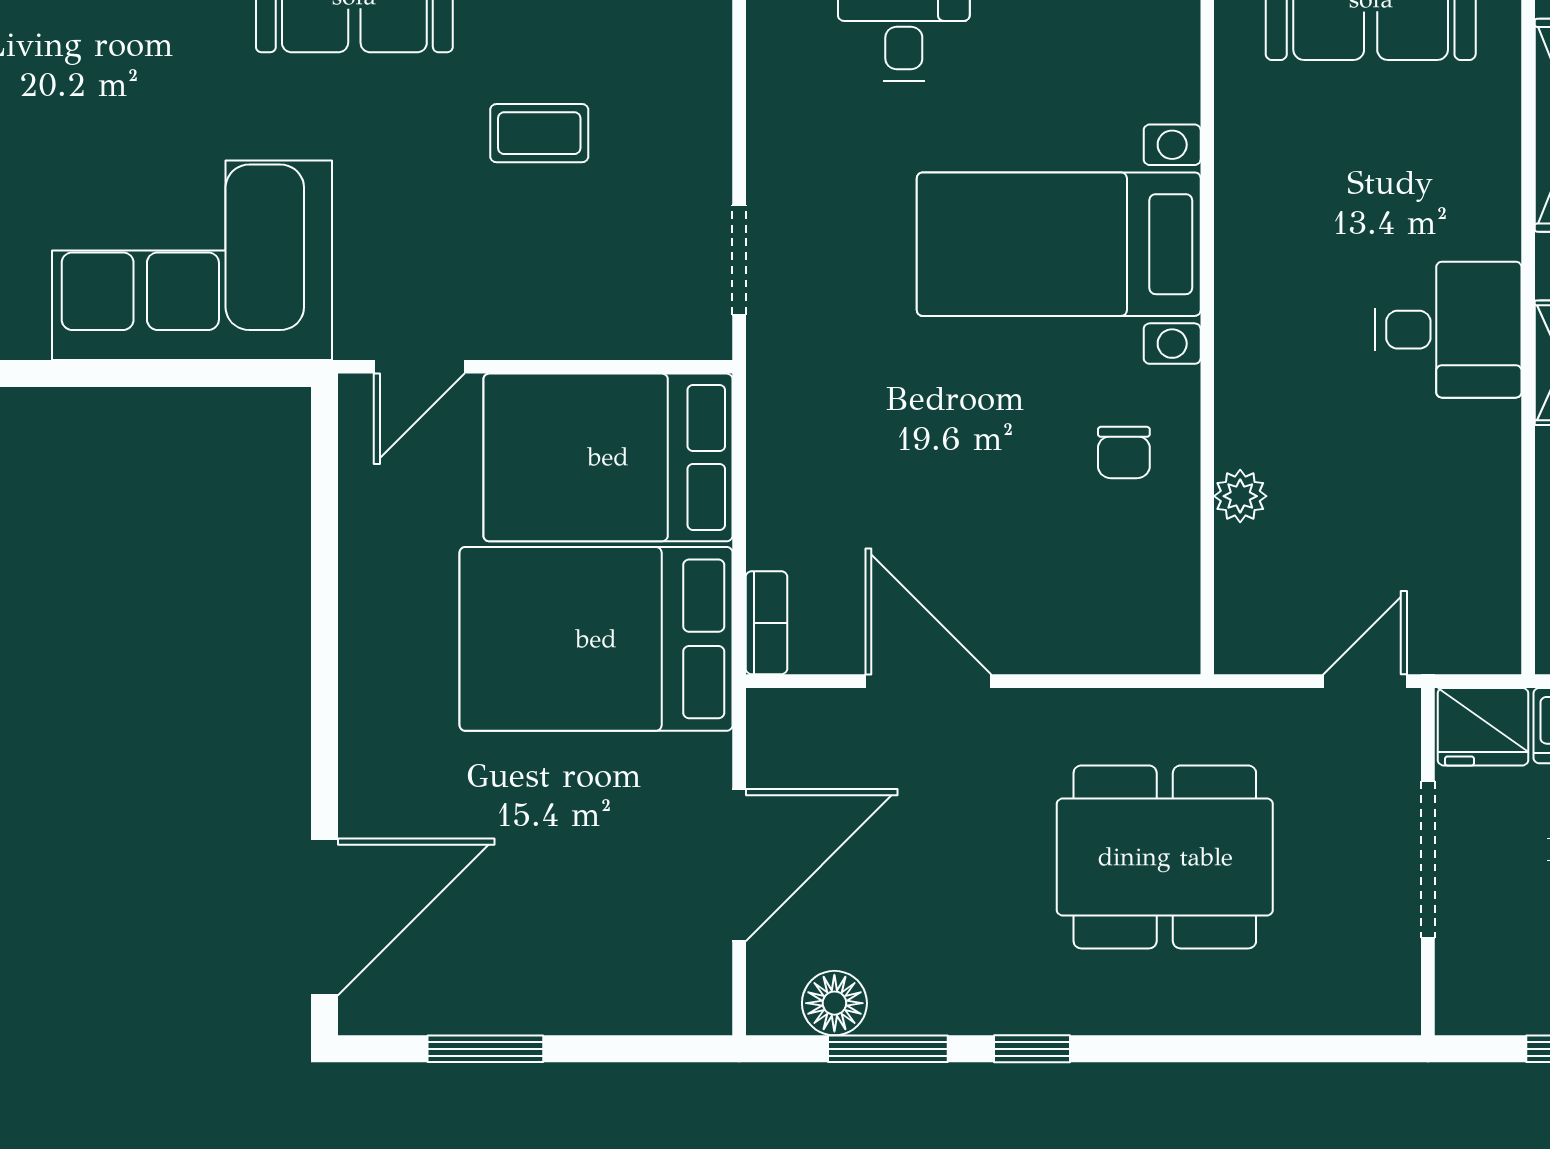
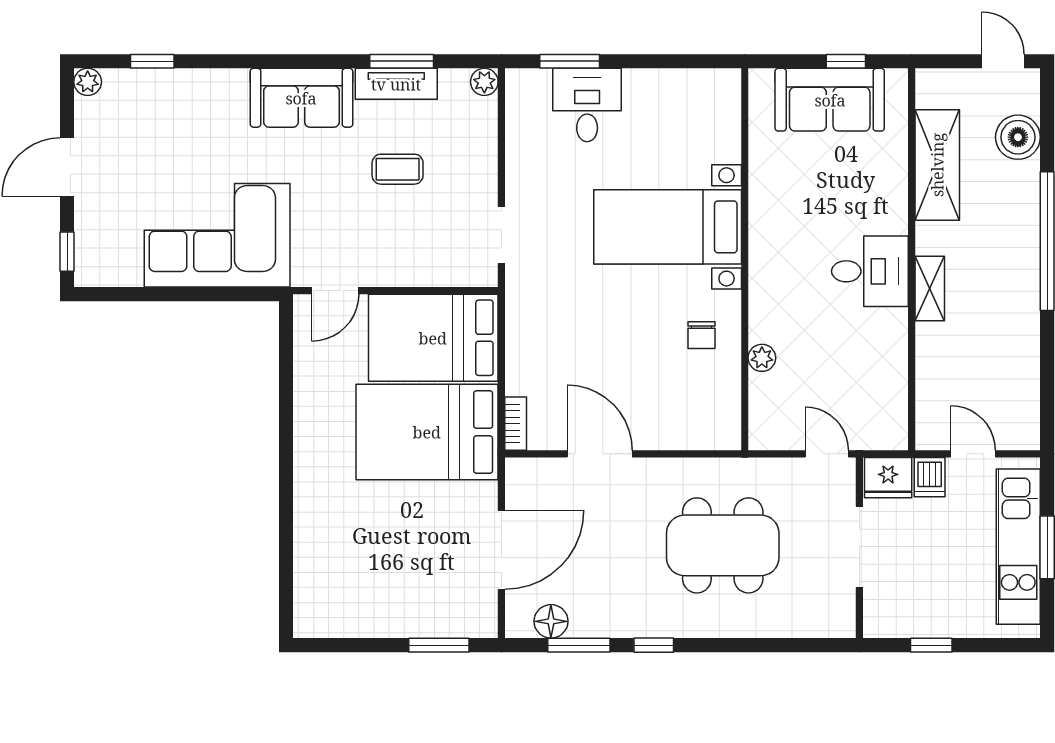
door: (1365, 681) -> (827, 454), hinge flipped
door: (325, 917) -> (286, 577), removed
window: (485, 1049) -> (439, 645), moved

